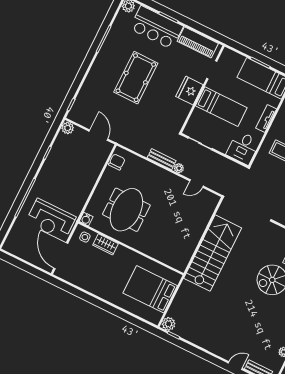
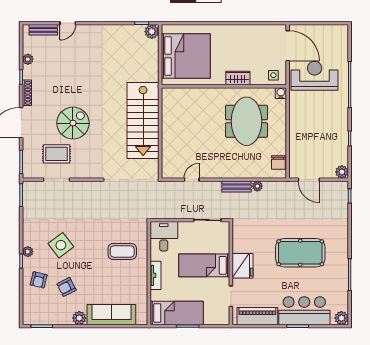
pool table: (136, 78) -> (300, 253), turned 90
plant: (179, 168) -> (257, 186), moved
wardrobe: (106, 244) -> (238, 78), moved
bed: (150, 289) -> (186, 56), width x1.36

